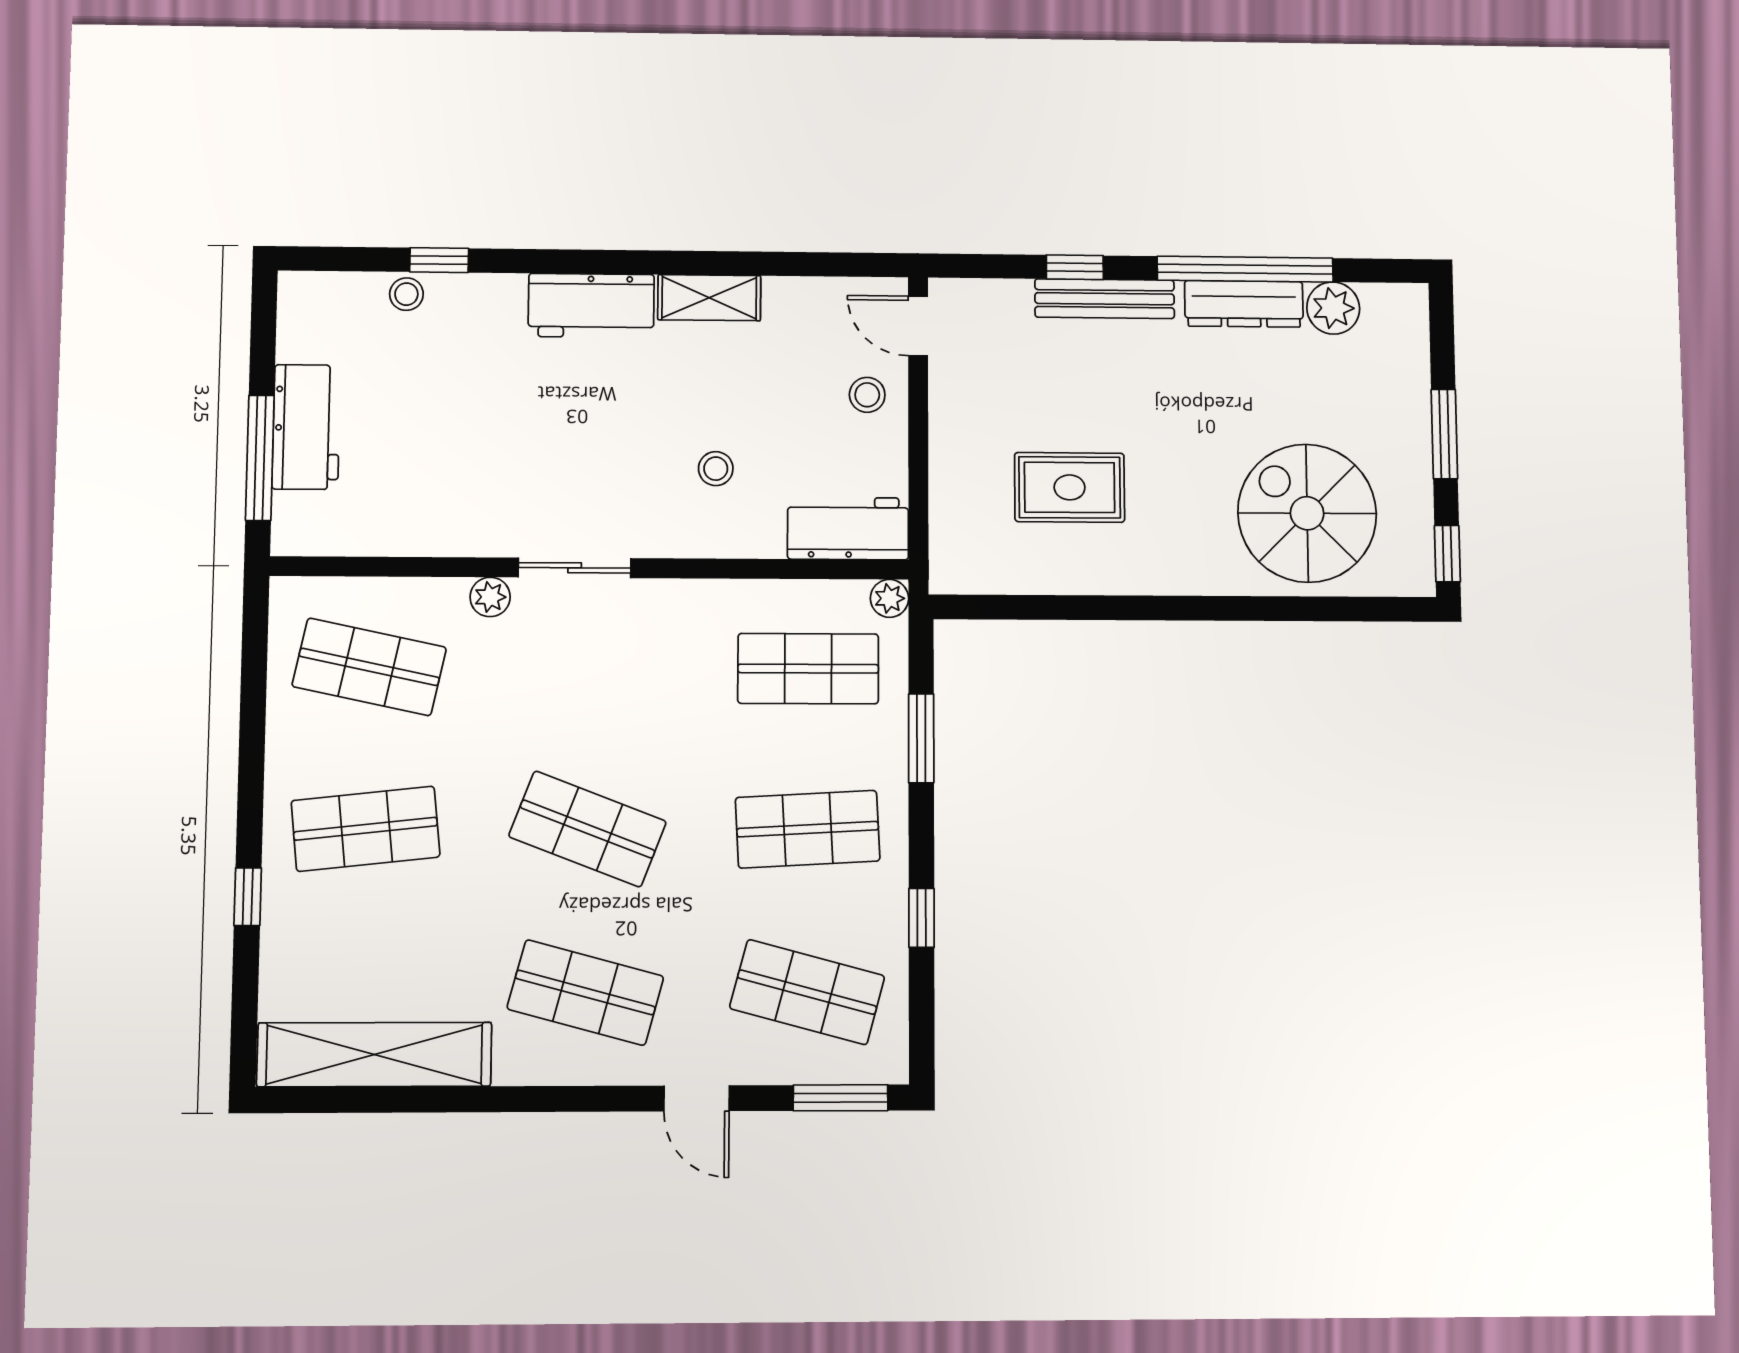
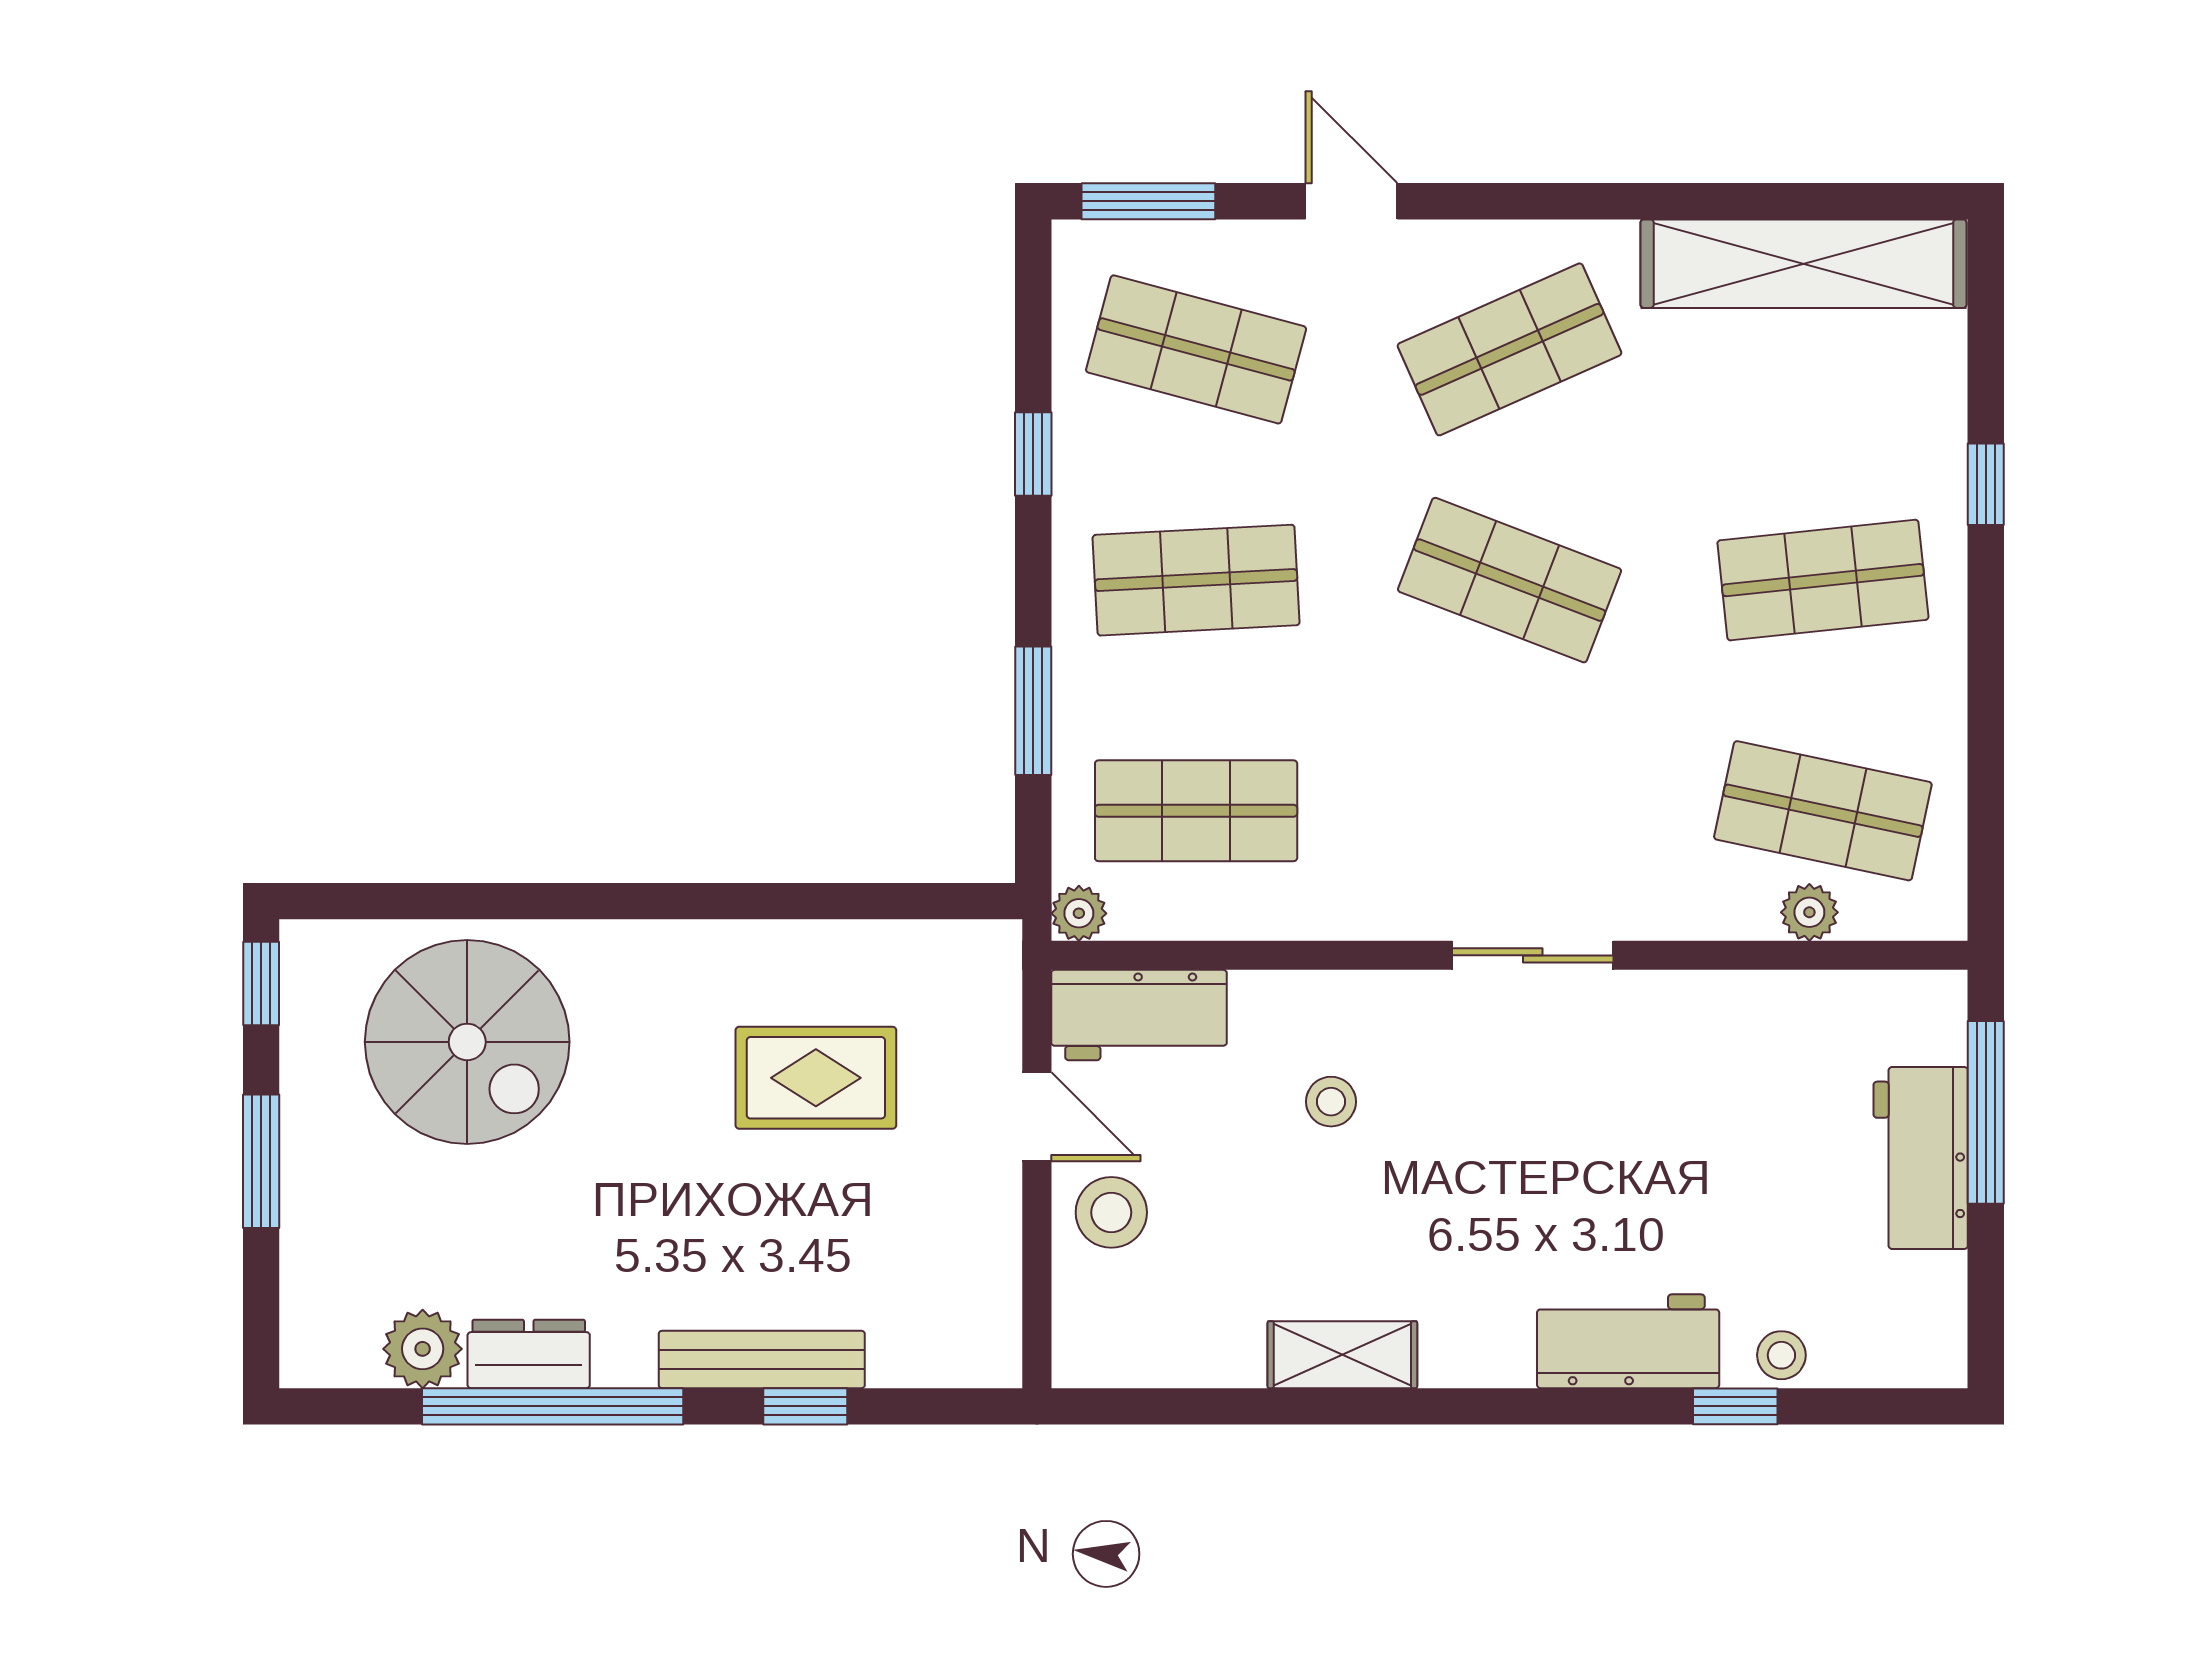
dresser: (1244, 304) -> (529, 1354), width x0.70
workbench: (591, 305) -> (1628, 1341), moved
door: (918, 326) -> (1037, 1117), moved
stool: (867, 395) -> (1111, 1212), width x1.37, depth x1.37
plant: (490, 597) -> (1809, 912), moved
shop shelf: (585, 993) -> (1509, 349), turned -39

